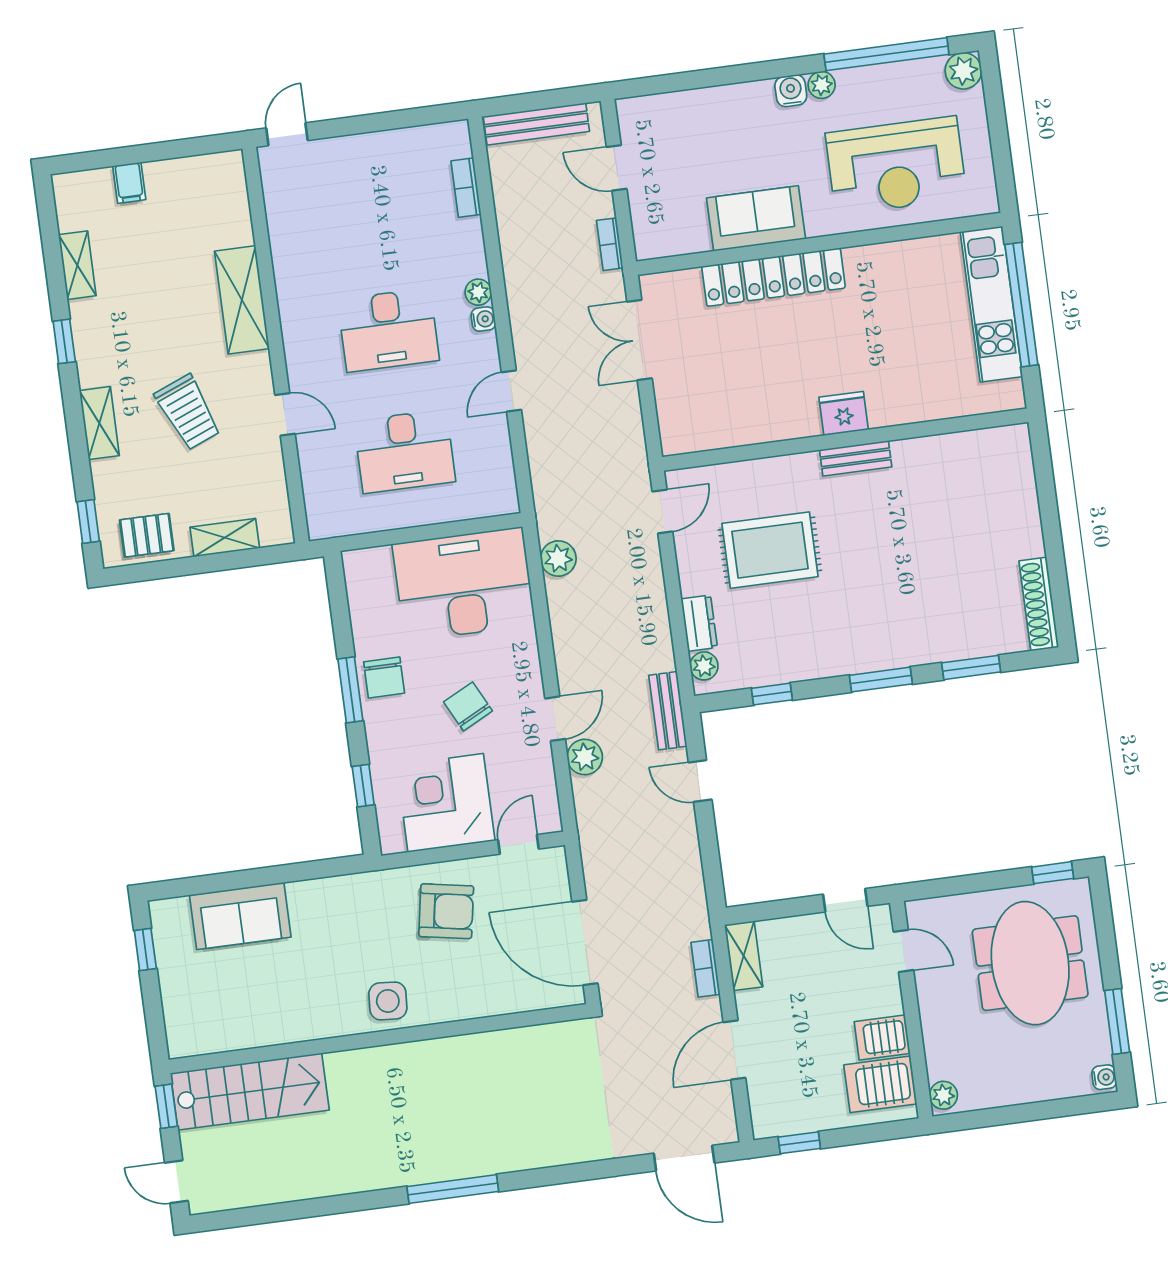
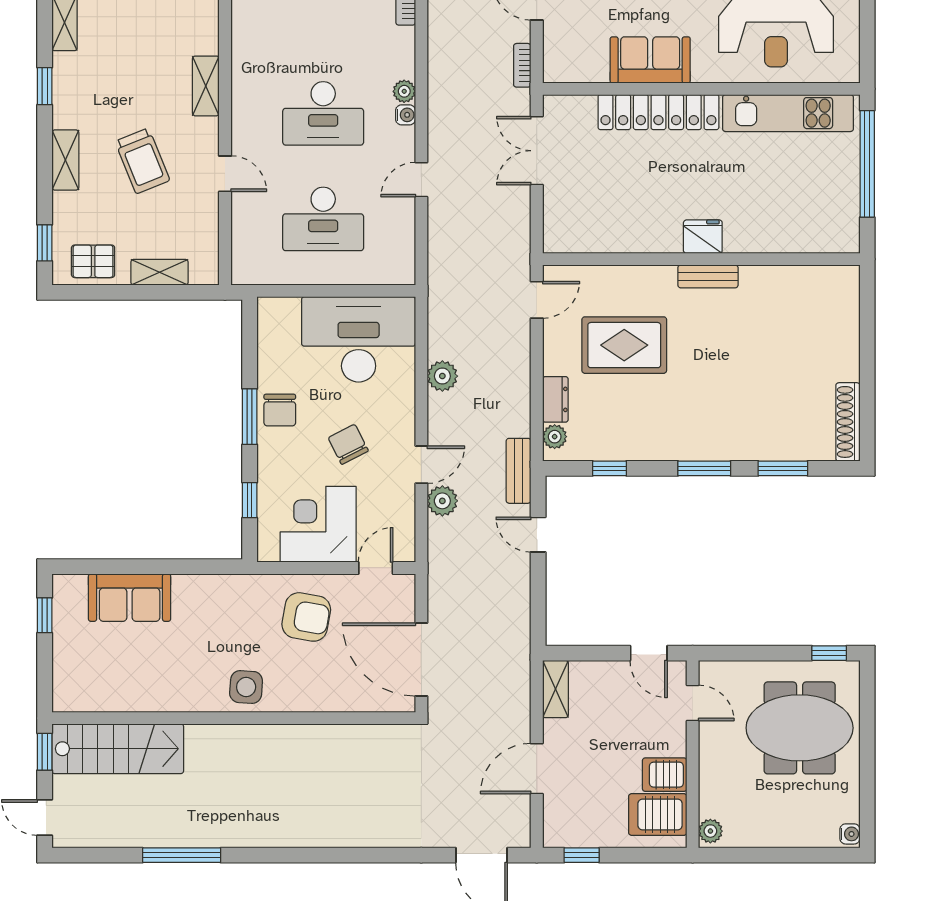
shelving: (242, 300) -> (206, 86), width x0.67, depth x0.75
kitchen unit: (991, 304) -> (788, 113), moved, turned -90
plant: (558, 559) -> (442, 376), moved
meeting table: (1030, 963) -> (800, 728), turned 90
bookcase: (706, 968) -> (521, 695), removed
window: (1117, 1021) -> (867, 788), removed
window: (453, 1189) -> (182, 855), moved

